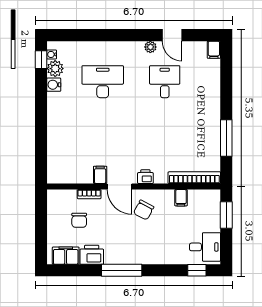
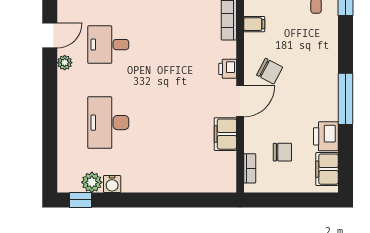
water cooler: (52, 54) -> (74, 187), removed
filing cabinet: (100, 175) -> (225, 134), width x2.00
bookcase: (89, 194) -> (250, 168), moved

